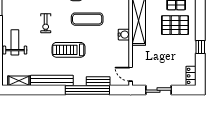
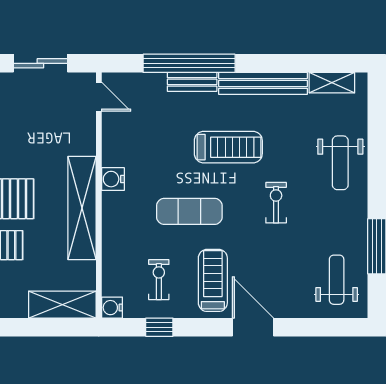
bench: (98, 81) -> (192, 82), moved

